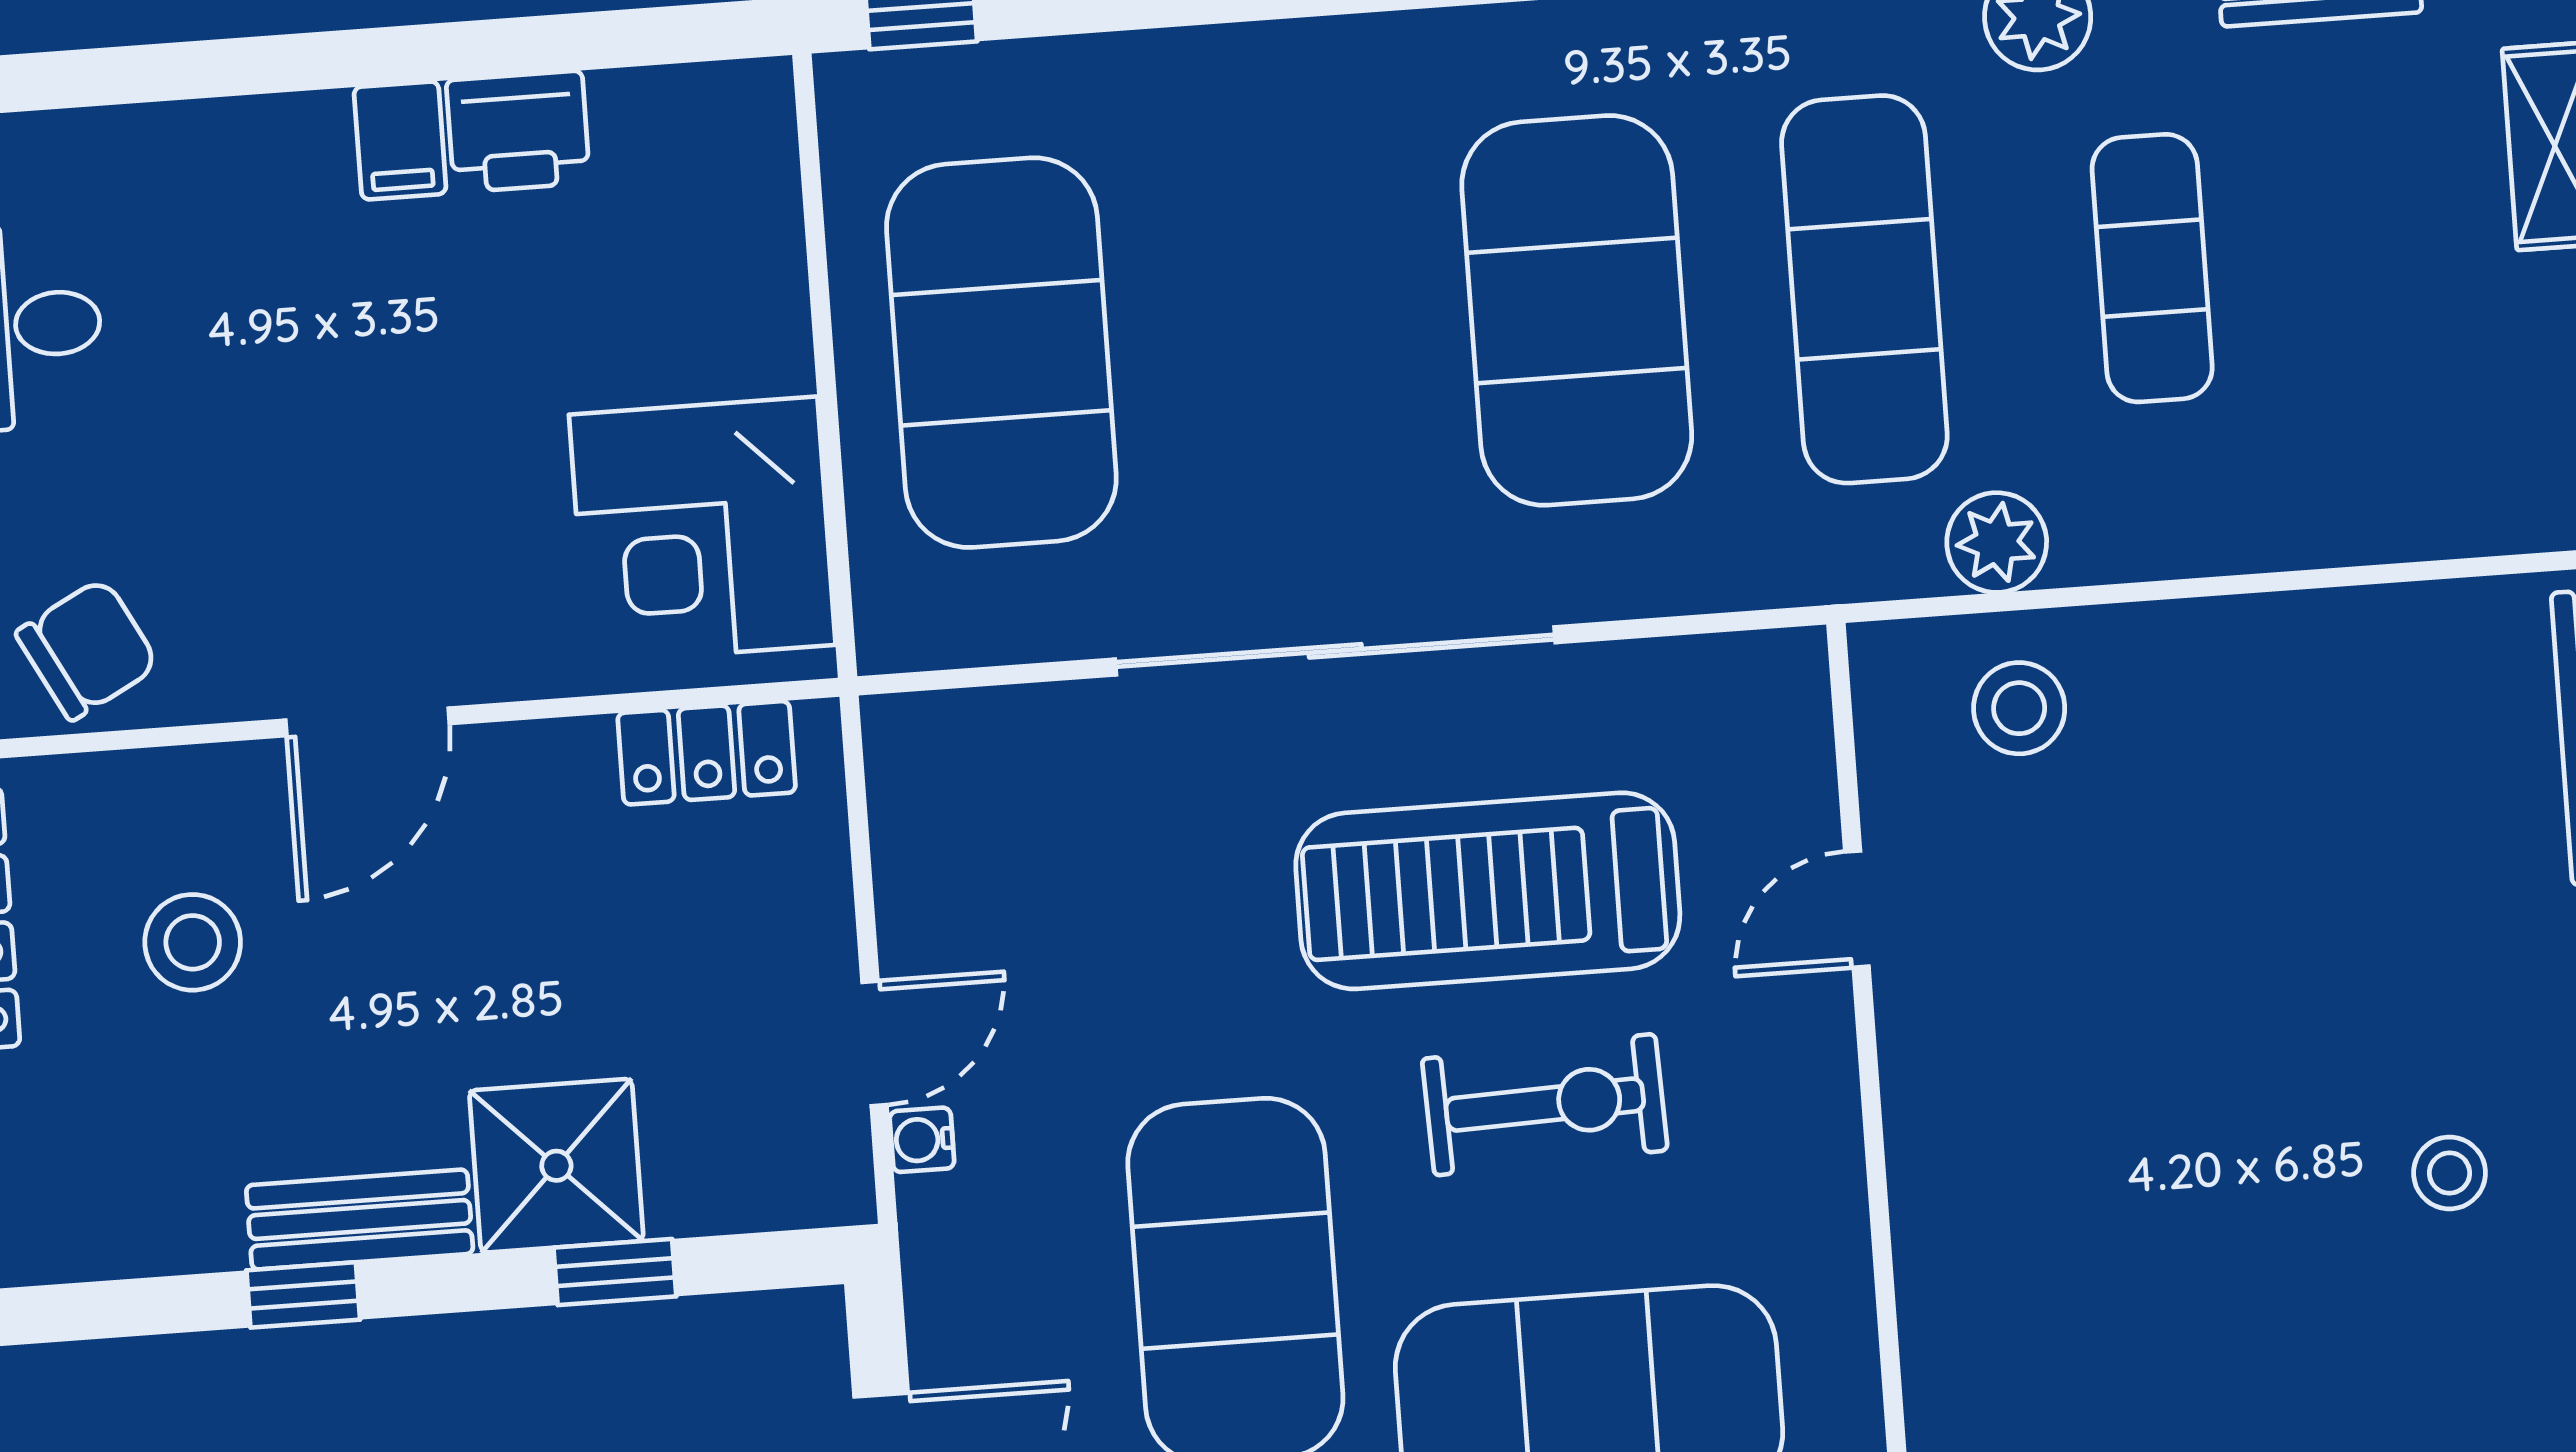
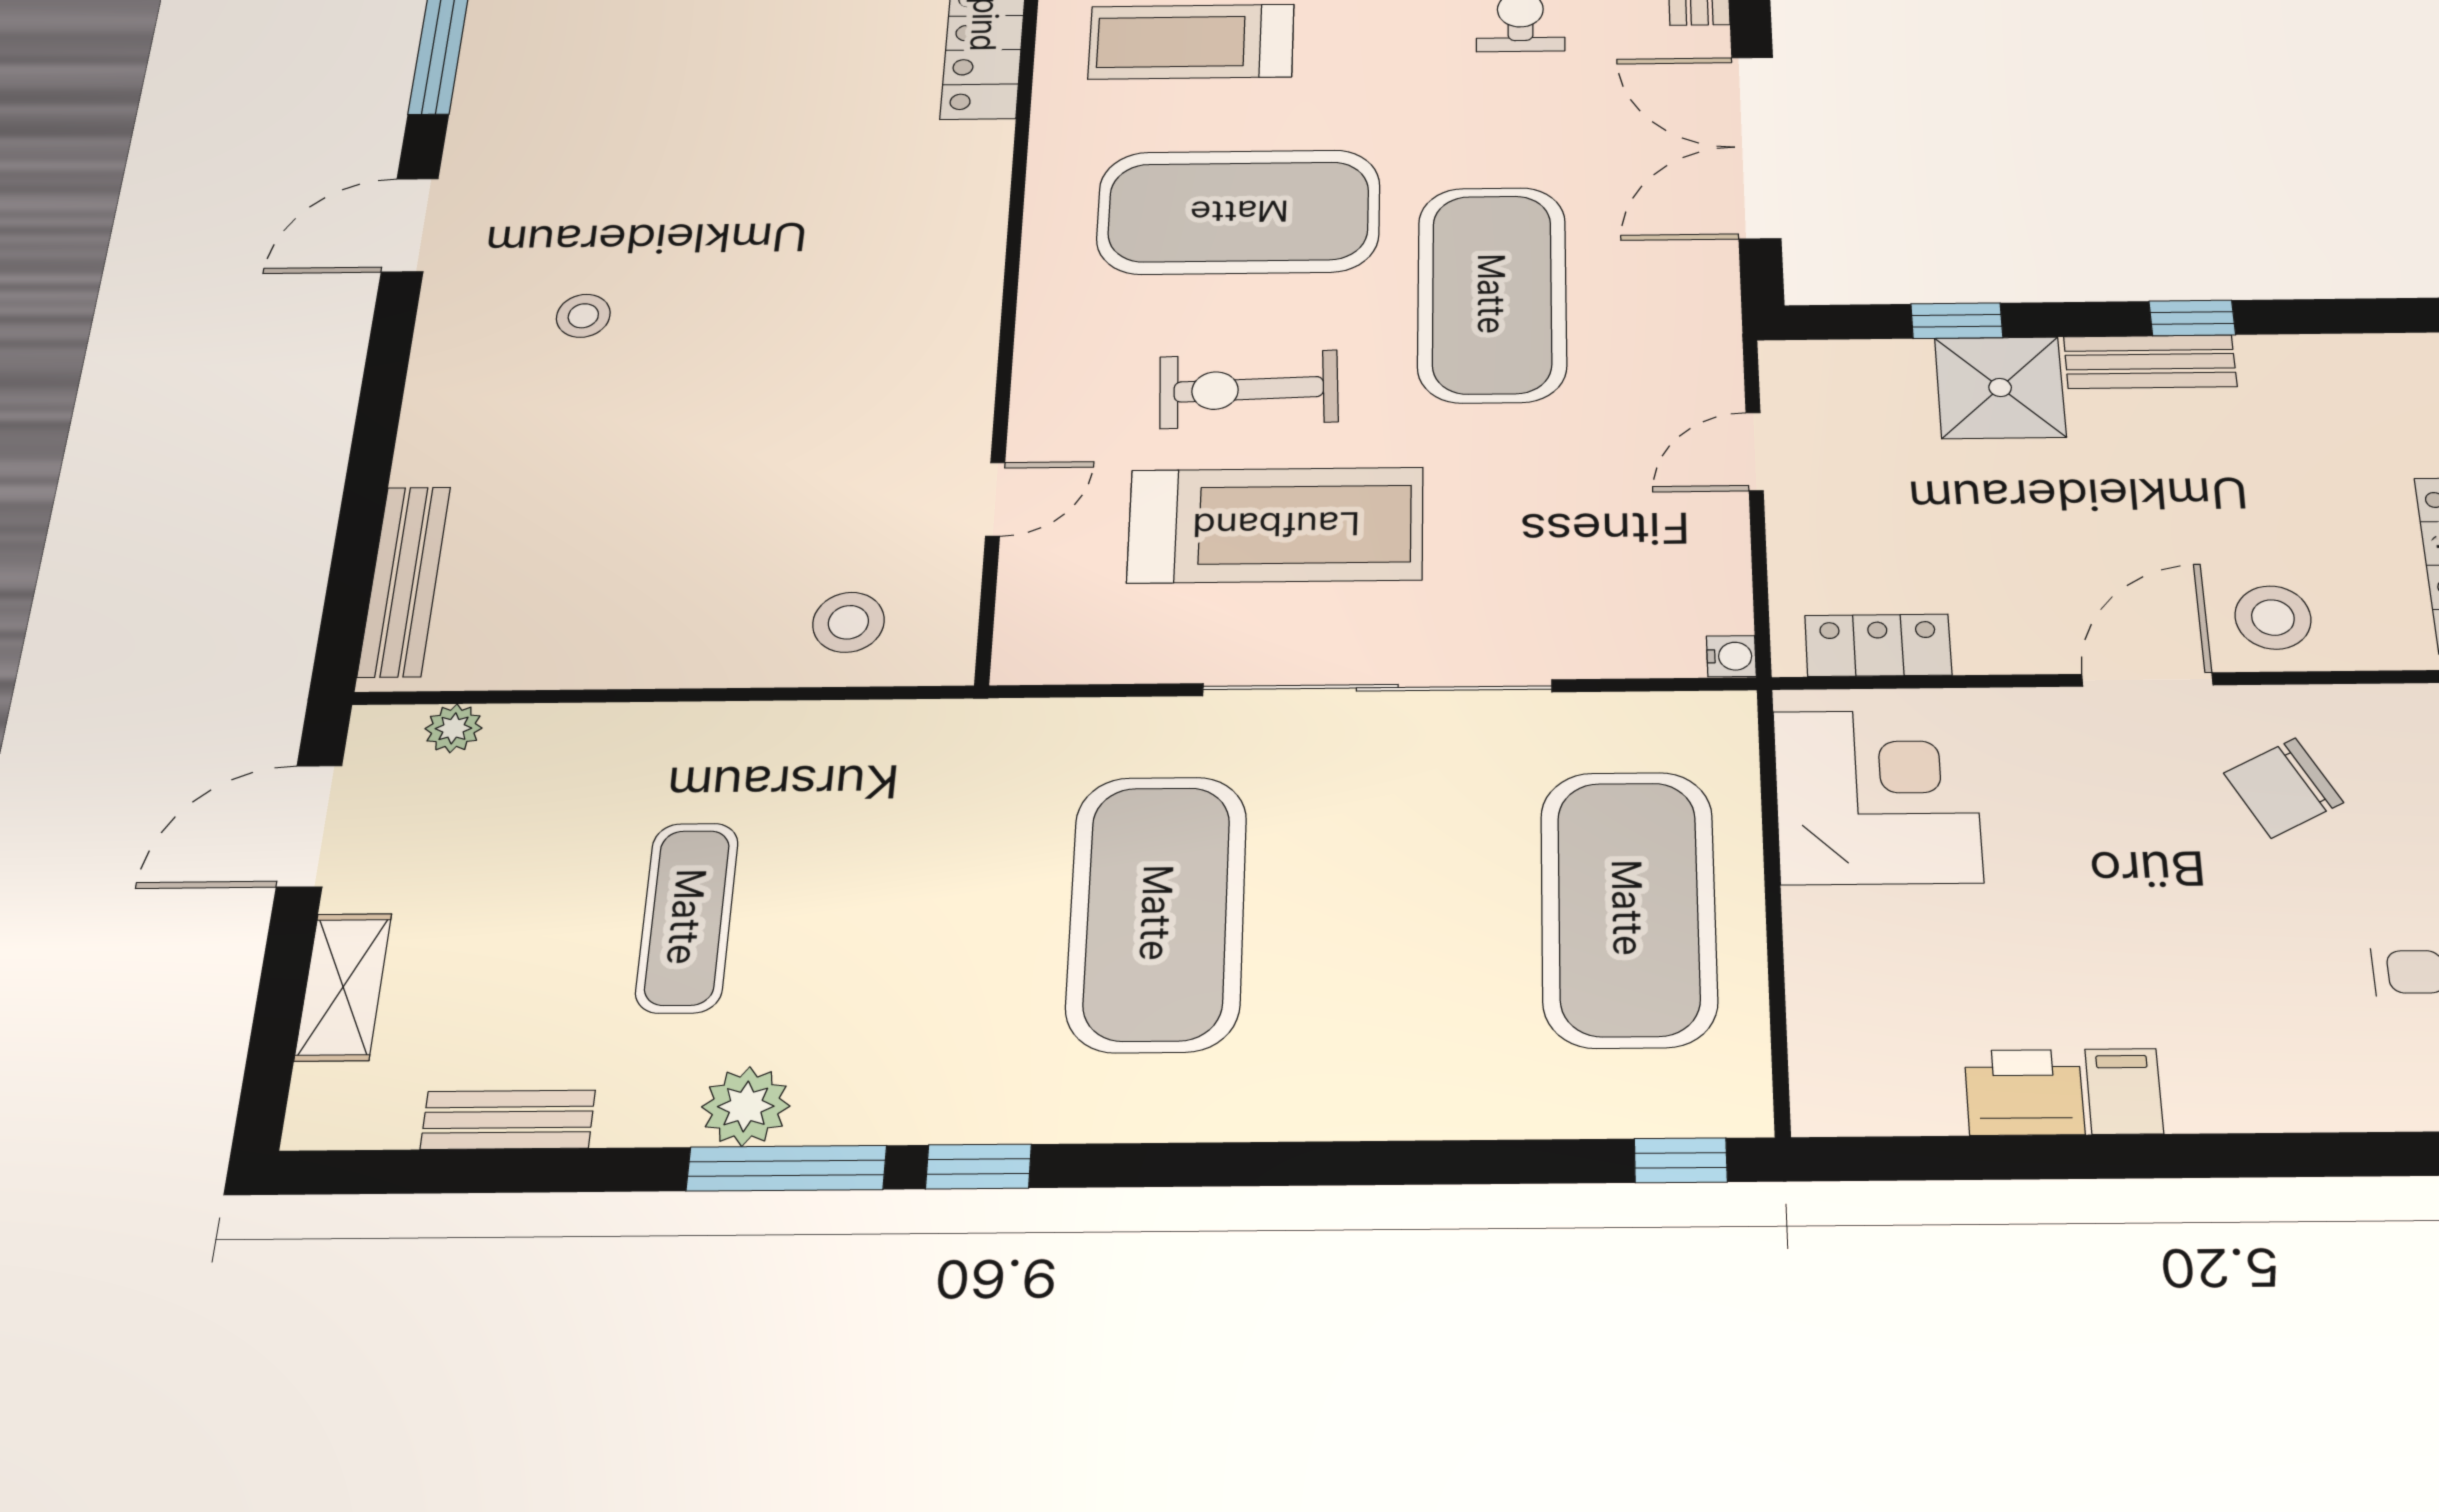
exercise mat: (1864, 289) -> (922, 915), removed
plant: (1997, 543) -> (453, 728), moved, width x0.73, depth x0.73
chair: (87, 649) -> (2283, 788), moved
stool: (193, 942) -> (2273, 618), moved
water cooler: (922, 1140) -> (1731, 656), moved

